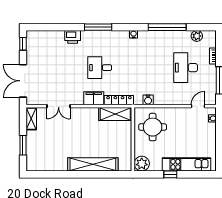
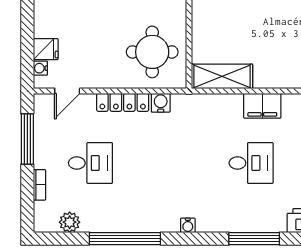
desk: (186, 68) -> (90, 163), width x0.73
locker: (119, 100) -> (123, 102), moved
fridge: (209, 129) -> (46, 49), added

